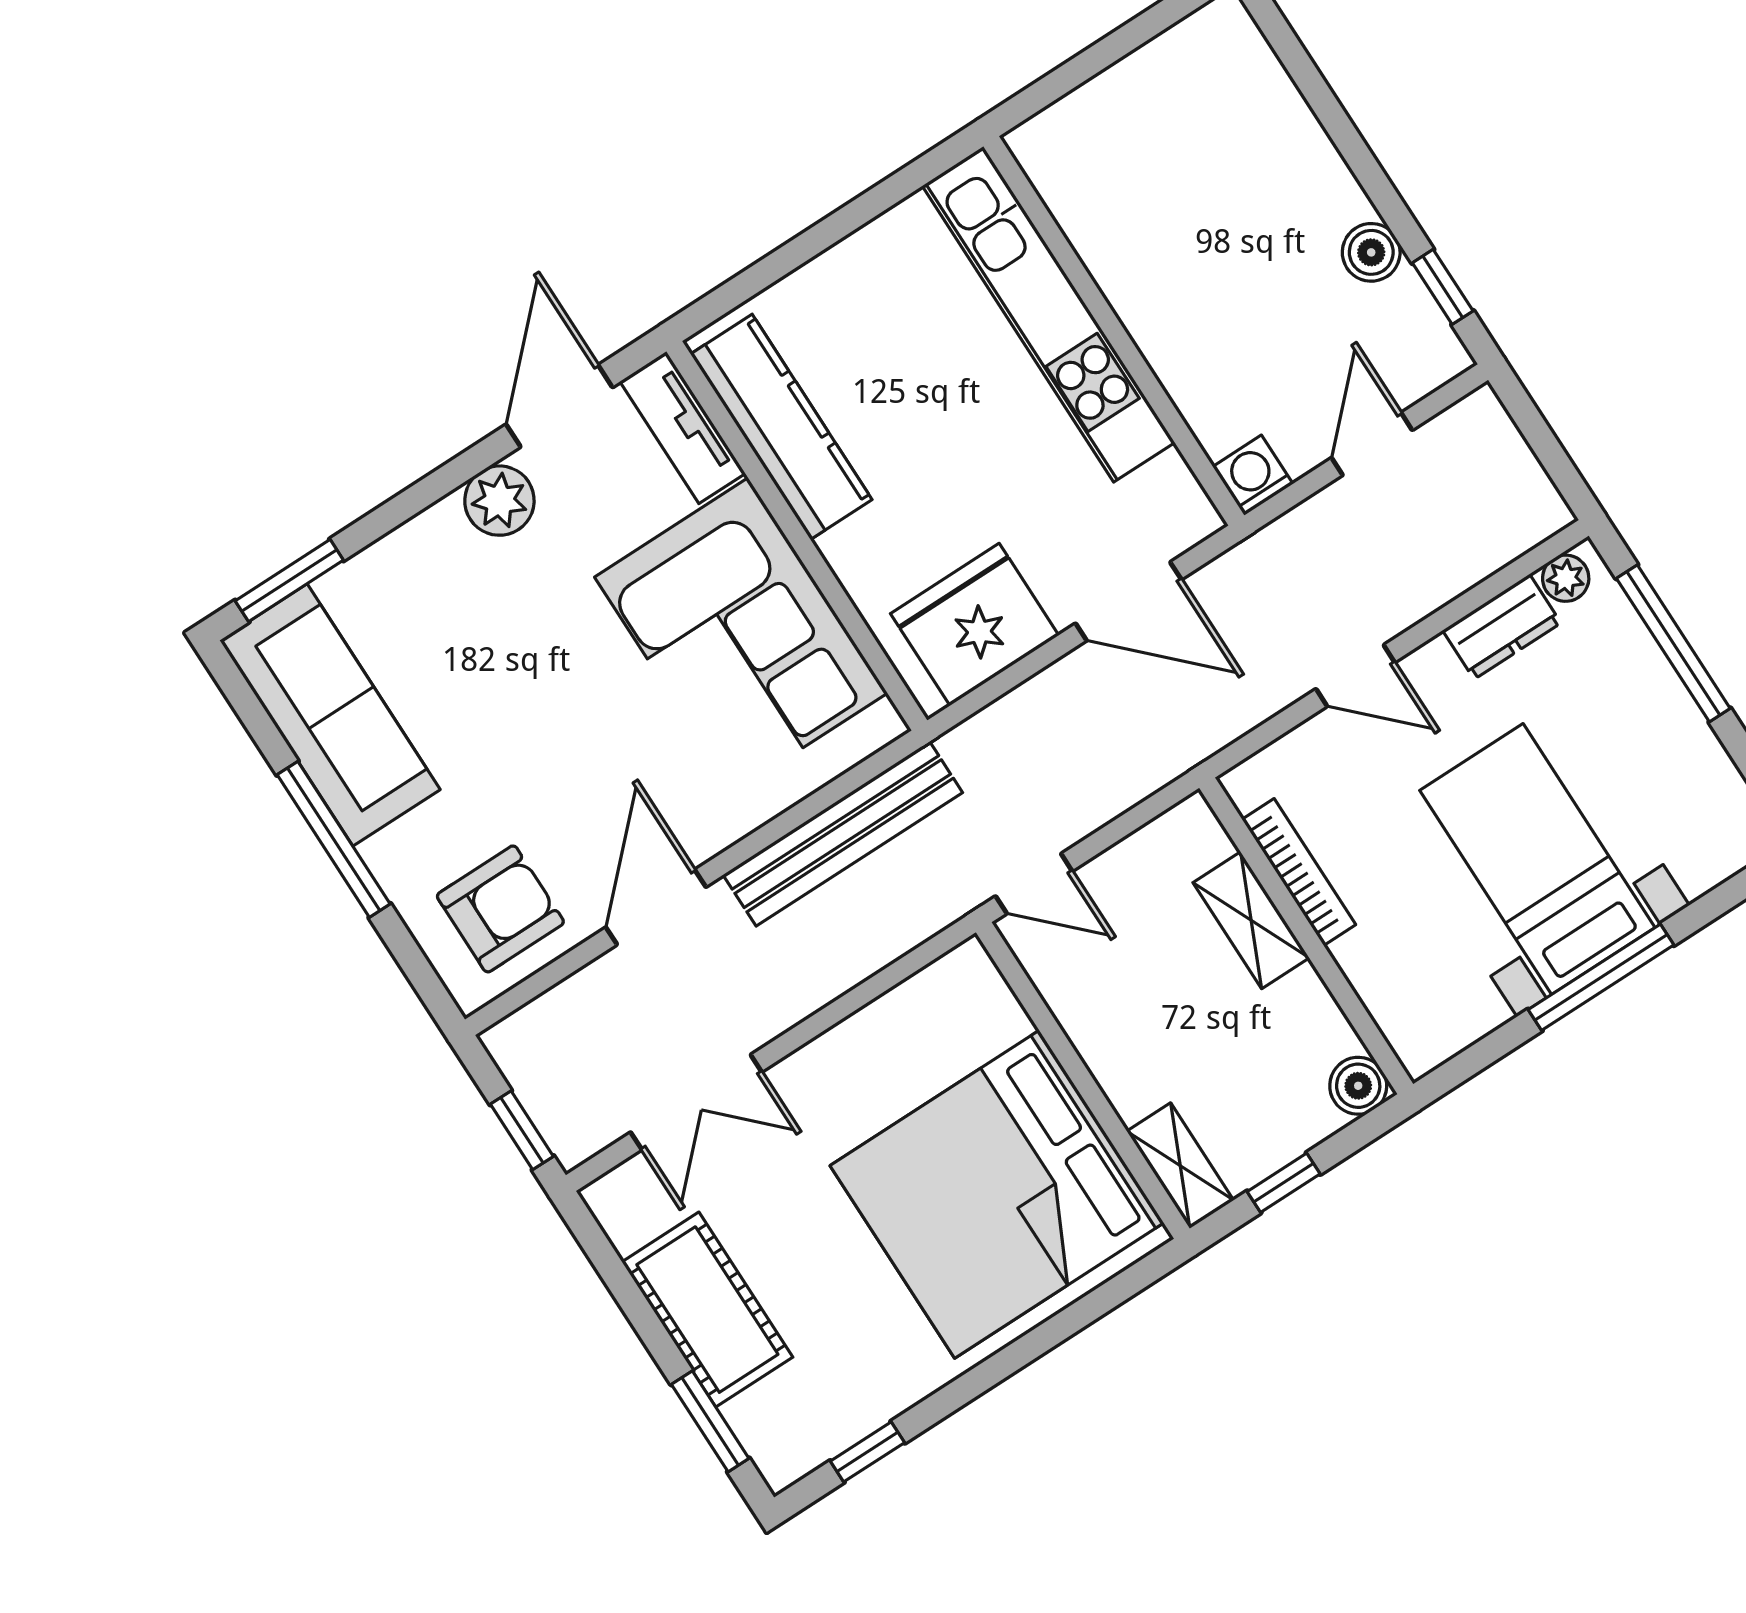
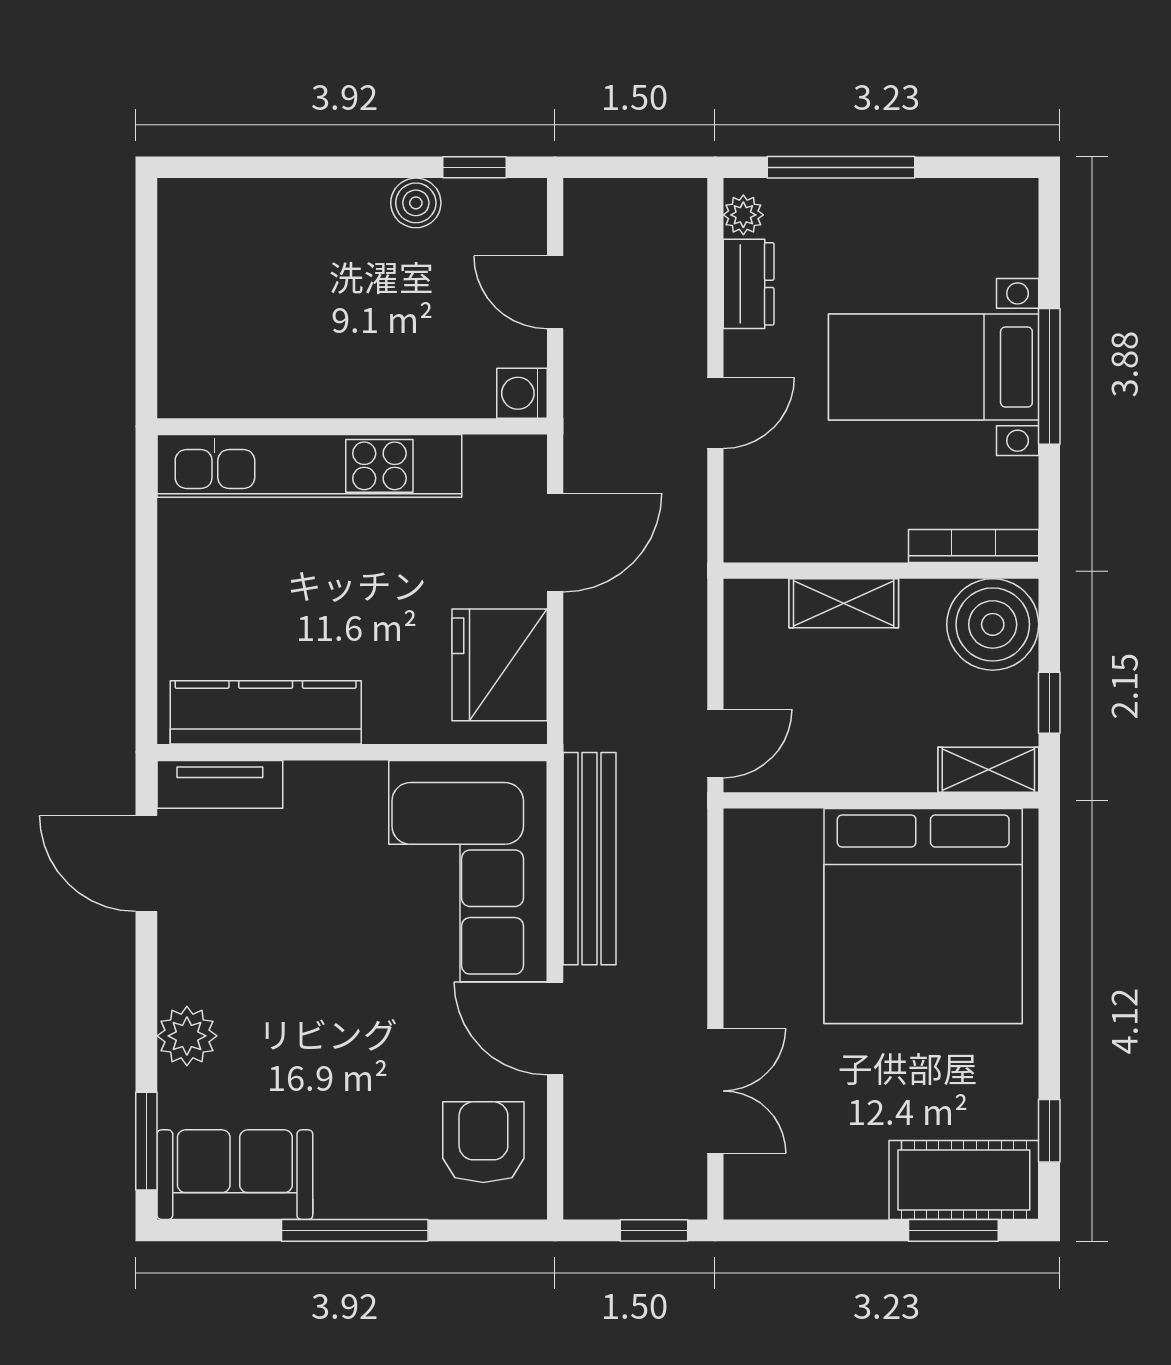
plant: (499, 501) -> (187, 1036), moved
corner sofa: (741, 635) -> (468, 871), moved, turned 90
sofa: (330, 715) -> (235, 1175), width x0.73
bookcase: (1299, 872) -> (974, 546), moved
boiler: (1358, 1086) -> (993, 624), width x1.86, depth x1.86
cot: (707, 1310) -> (964, 1180), moved

